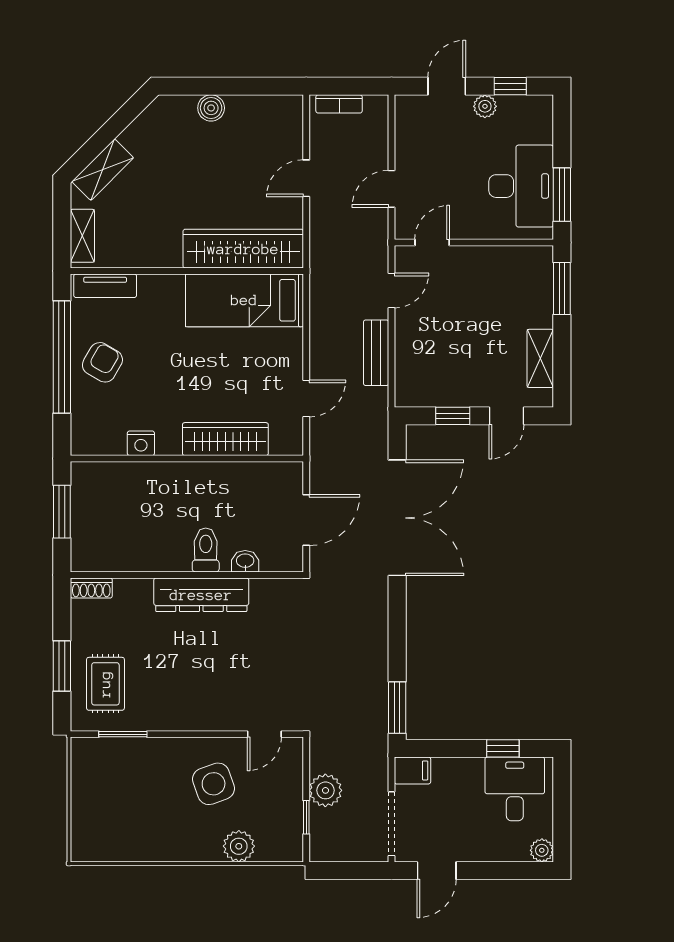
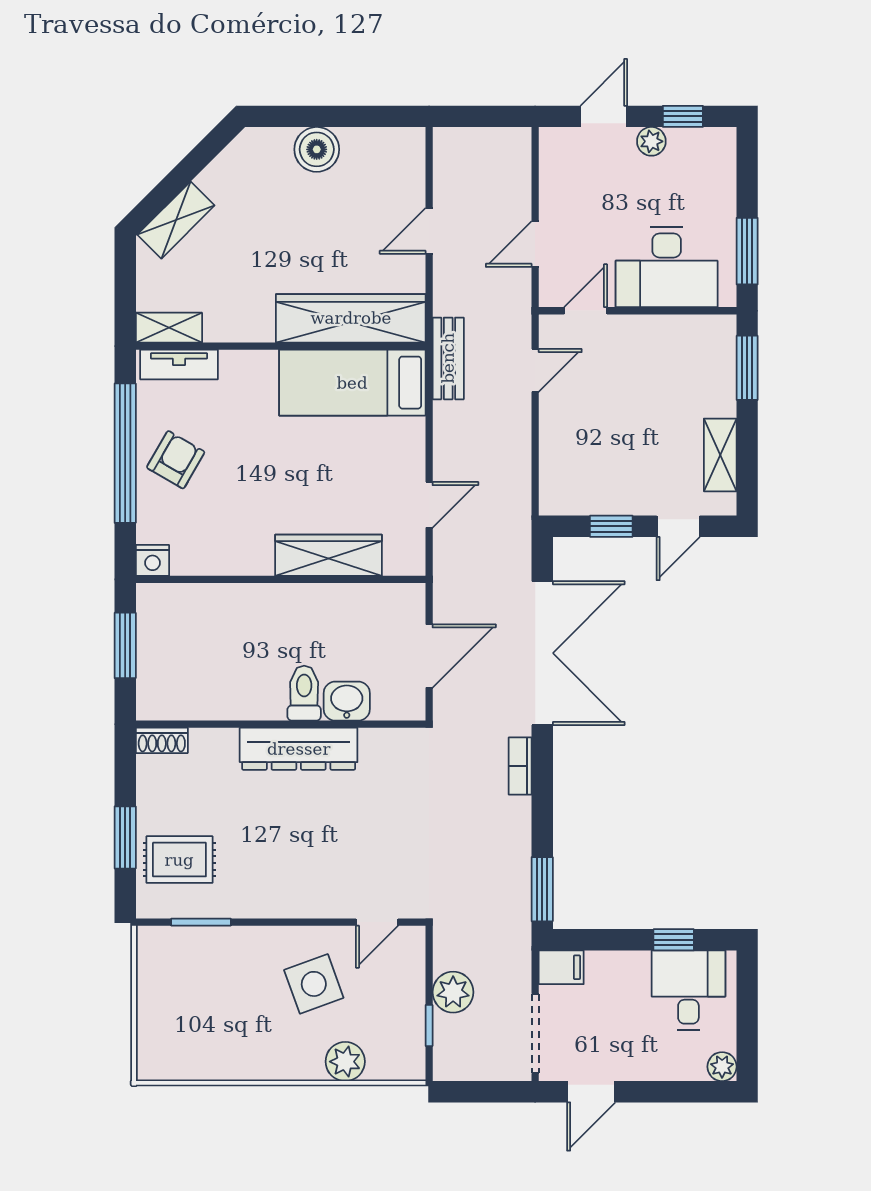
bookcase: (339, 104) -> (520, 766), moved, turned 90
boiler: (211, 108) -> (317, 149), width x1.36, depth x1.36
desk: (521, 186) -> (667, 267), moved, turned 90
shelving: (82, 236) -> (169, 328), moved, turned 90
bench: (376, 353) -> (448, 358), moved
nightstand: (141, 443) -> (153, 560), moved
washbasin: (245, 561) -> (347, 701), width x1.38, depth x1.45
rug: (105, 684) -> (179, 860), turned 90

